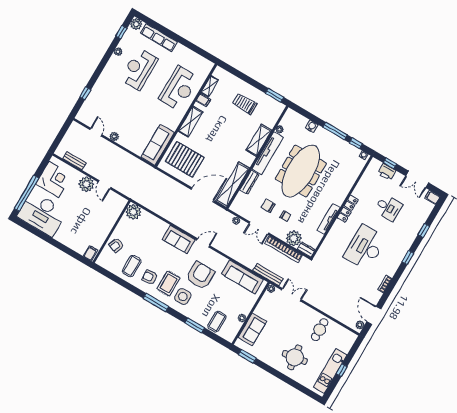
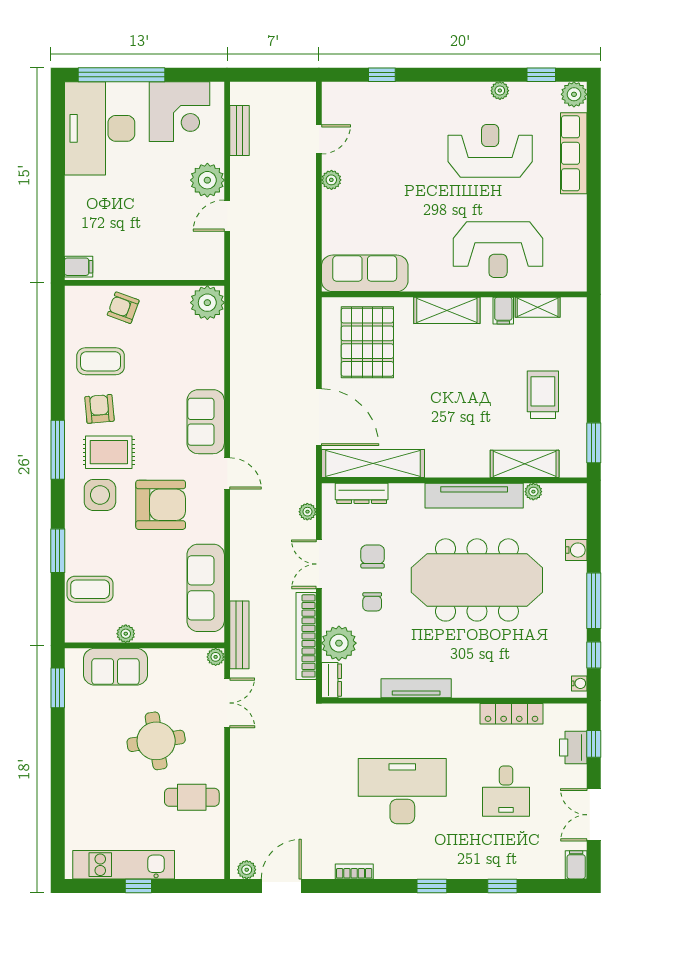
shelving: (259, 140) -> (525, 464), moved
dresser: (249, 182) -> (362, 493), moved
locker: (348, 209) -> (511, 714), moved
round table: (295, 357) -> (156, 741), moved

